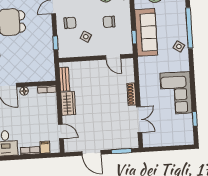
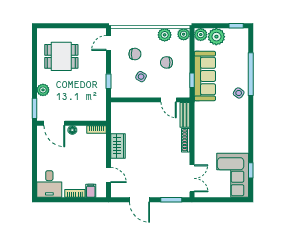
chair: (70, 23) -> (135, 54), moved
bench: (64, 79) -> (185, 115), moved
corner sofa: (176, 93) -> (233, 175), moved
double door: (139, 120) -> (192, 178), moved

